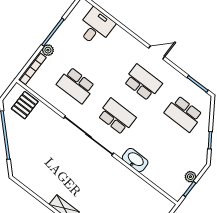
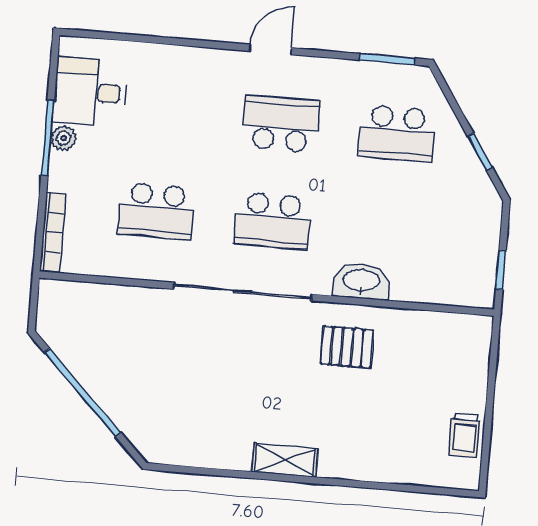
desk: (96, 27) -> (90, 92), moved, turned -90
plant: (48, 50) -> (64, 138), moved
pallet: (25, 105) -> (347, 347), moved, turned 90
school desk: (117, 117) -> (273, 221), turned 180
plant: (190, 177) -> (487, 245), removed

